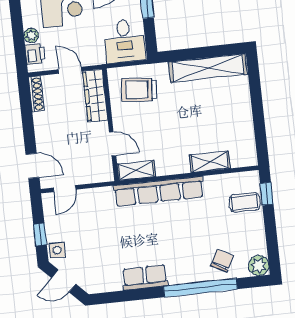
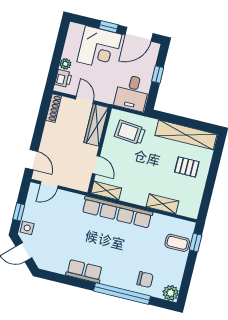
pallet: (223, 106) -> (187, 167), added
chair: (222, 261) -> (145, 280), turned 62

